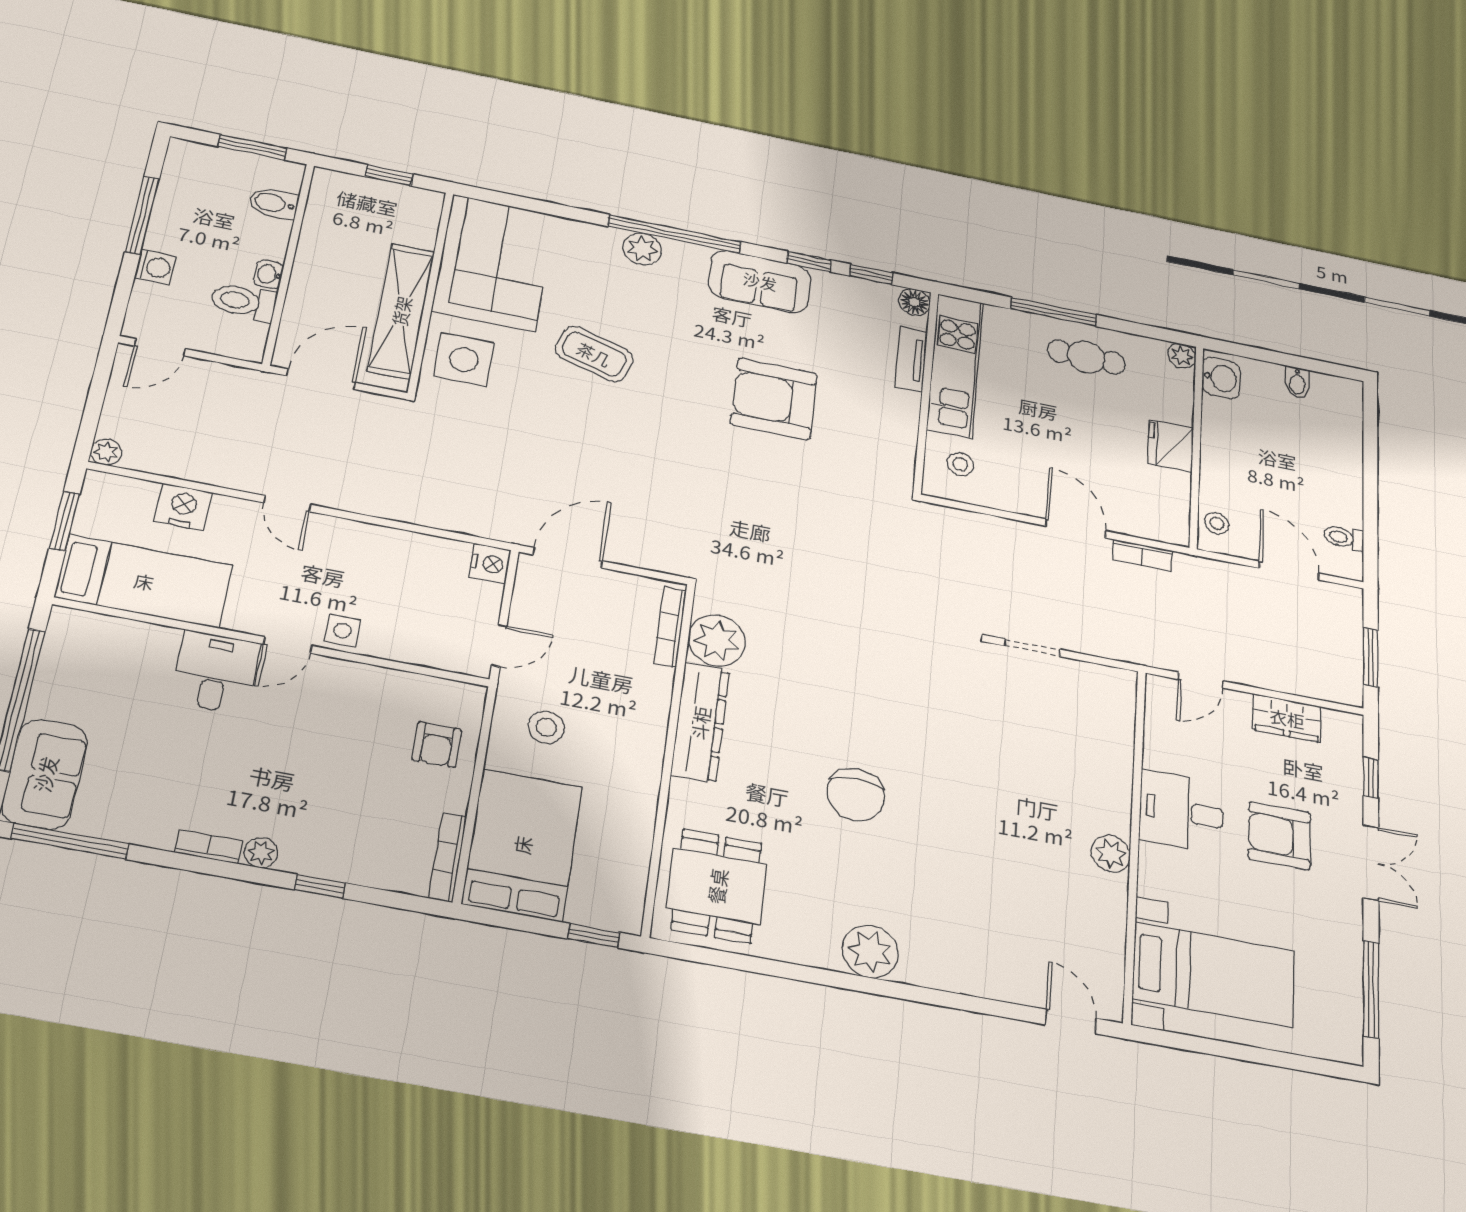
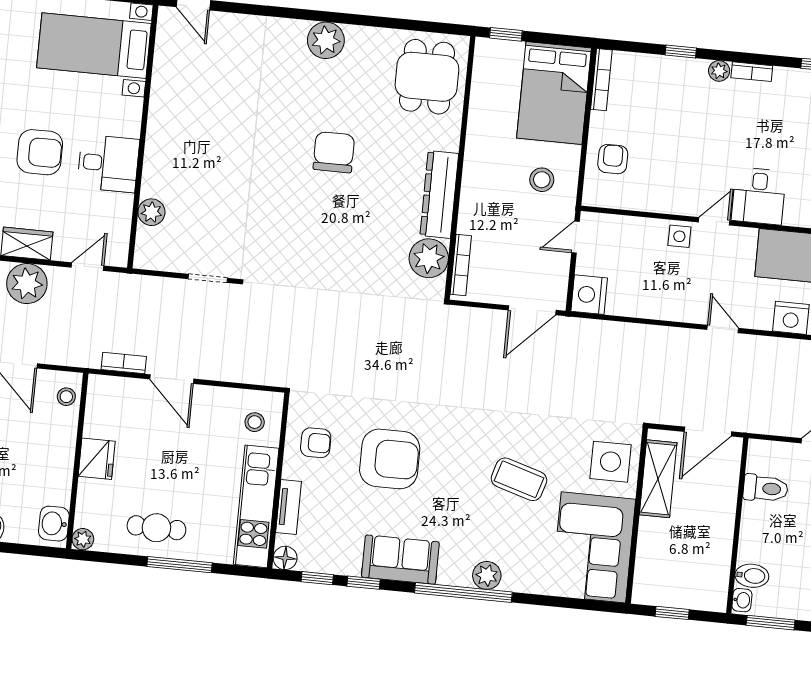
washbasin: (269, 274) -> (742, 600), moved
shelving: (401, 311) -> (658, 479), width x0.68
armchair: (876, 430) -> (316, 443), added
nightstand: (490, 564) -> (589, 295), width x1.36, depth x1.33
plant: (1282, 668) -> (27, 284), added
plant: (1111, 854) -> (151, 212), moved

